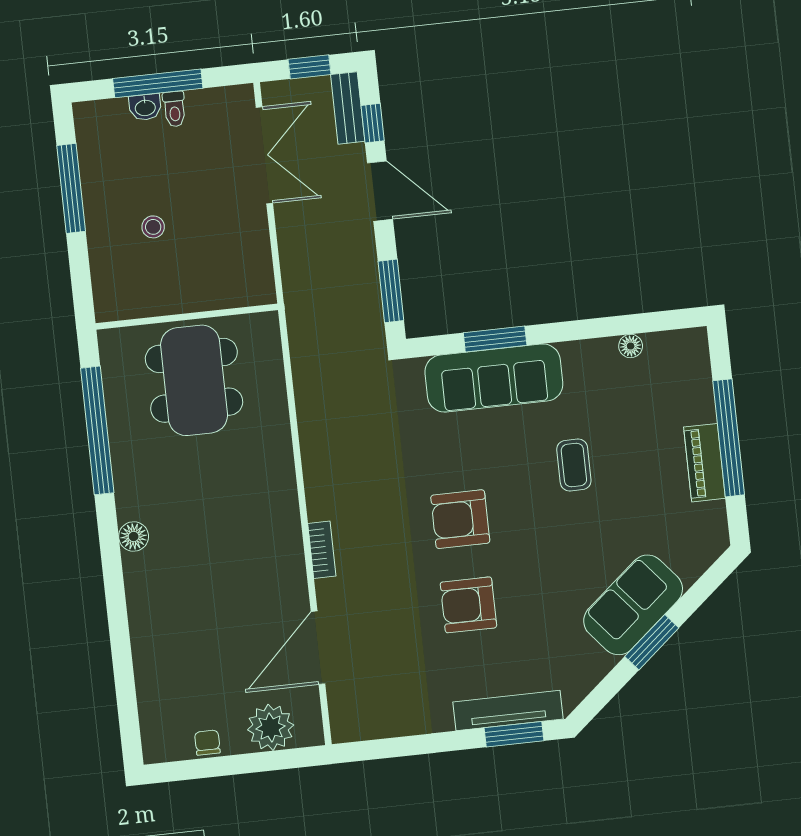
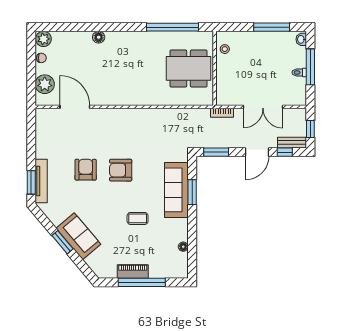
washbasin: (145, 107) -> (301, 39), moved
double door: (264, 155) -> (263, 107), moved
stool: (153, 227) -> (225, 49), moved
armchair: (460, 519) -> (121, 170), turned -90
floor lamp: (134, 537) -> (99, 37), moved
bookcase: (322, 550) -> (222, 113), moved
plant: (160, 743) -> (43, 39), added

